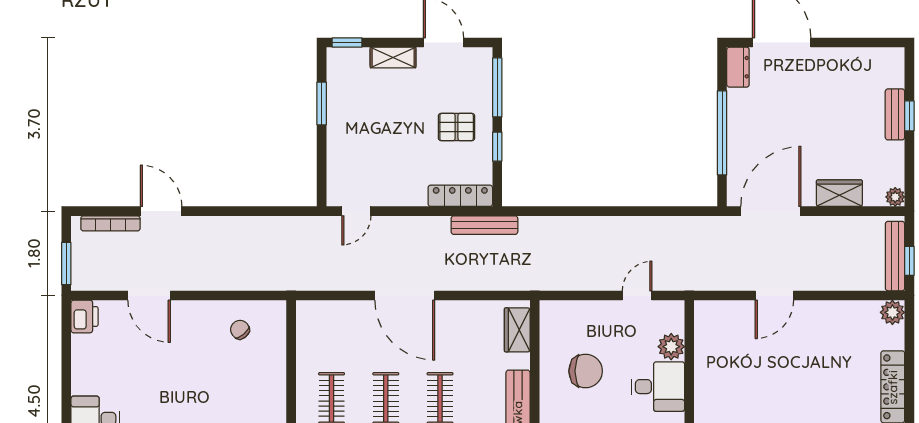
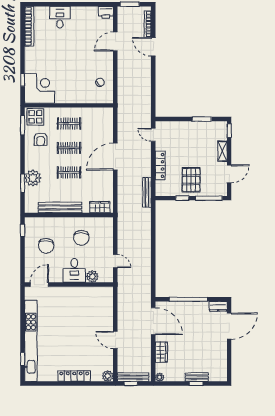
pallet: (457, 127) -> (191, 180), width x1.50, depth x1.42
locker: (460, 196) -> (160, 165), moved
door: (161, 211) -> (153, 47), swing flipped
door: (774, 295) -> (115, 340), moved

